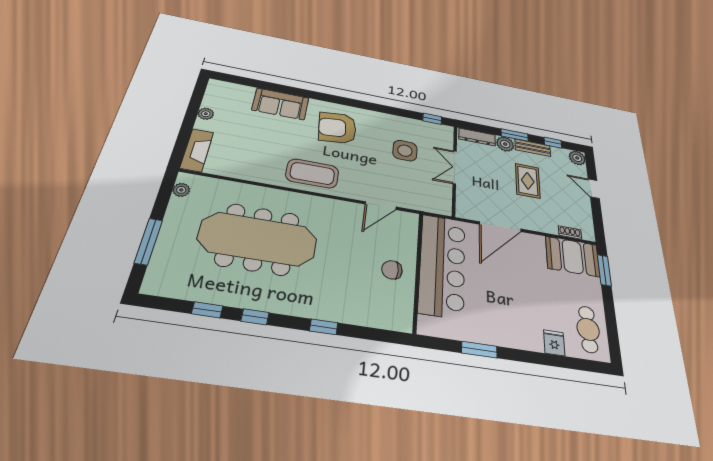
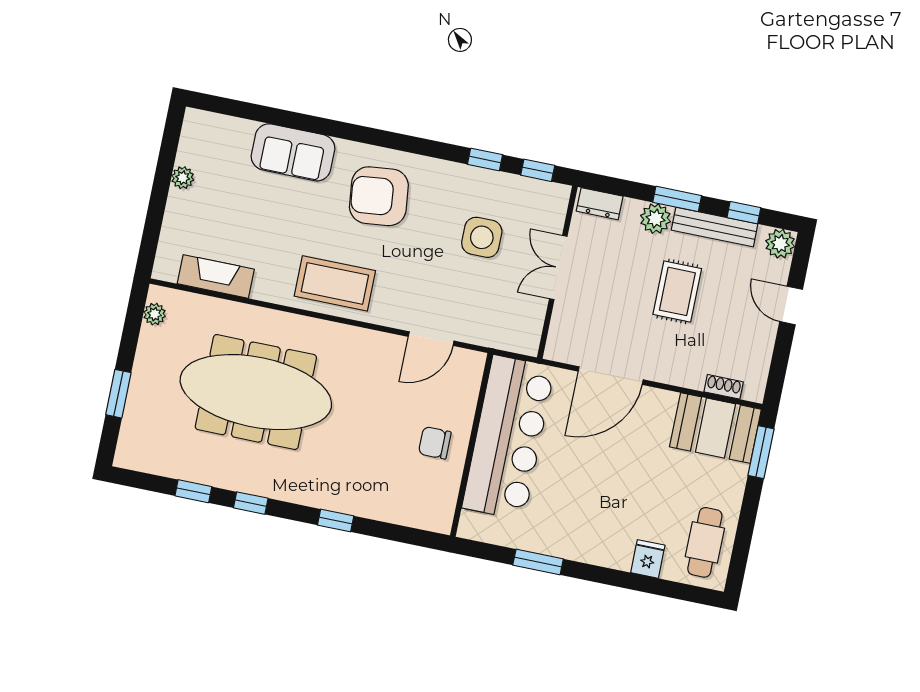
window: (400, 112) -> (485, 160), added
dresser: (477, 137) -> (600, 204), width x0.70
bench: (533, 148) -> (715, 227), width x1.36
fireplace: (197, 150) -> (216, 276), moved, turned -90
window: (148, 241) -> (118, 394), width x0.69

